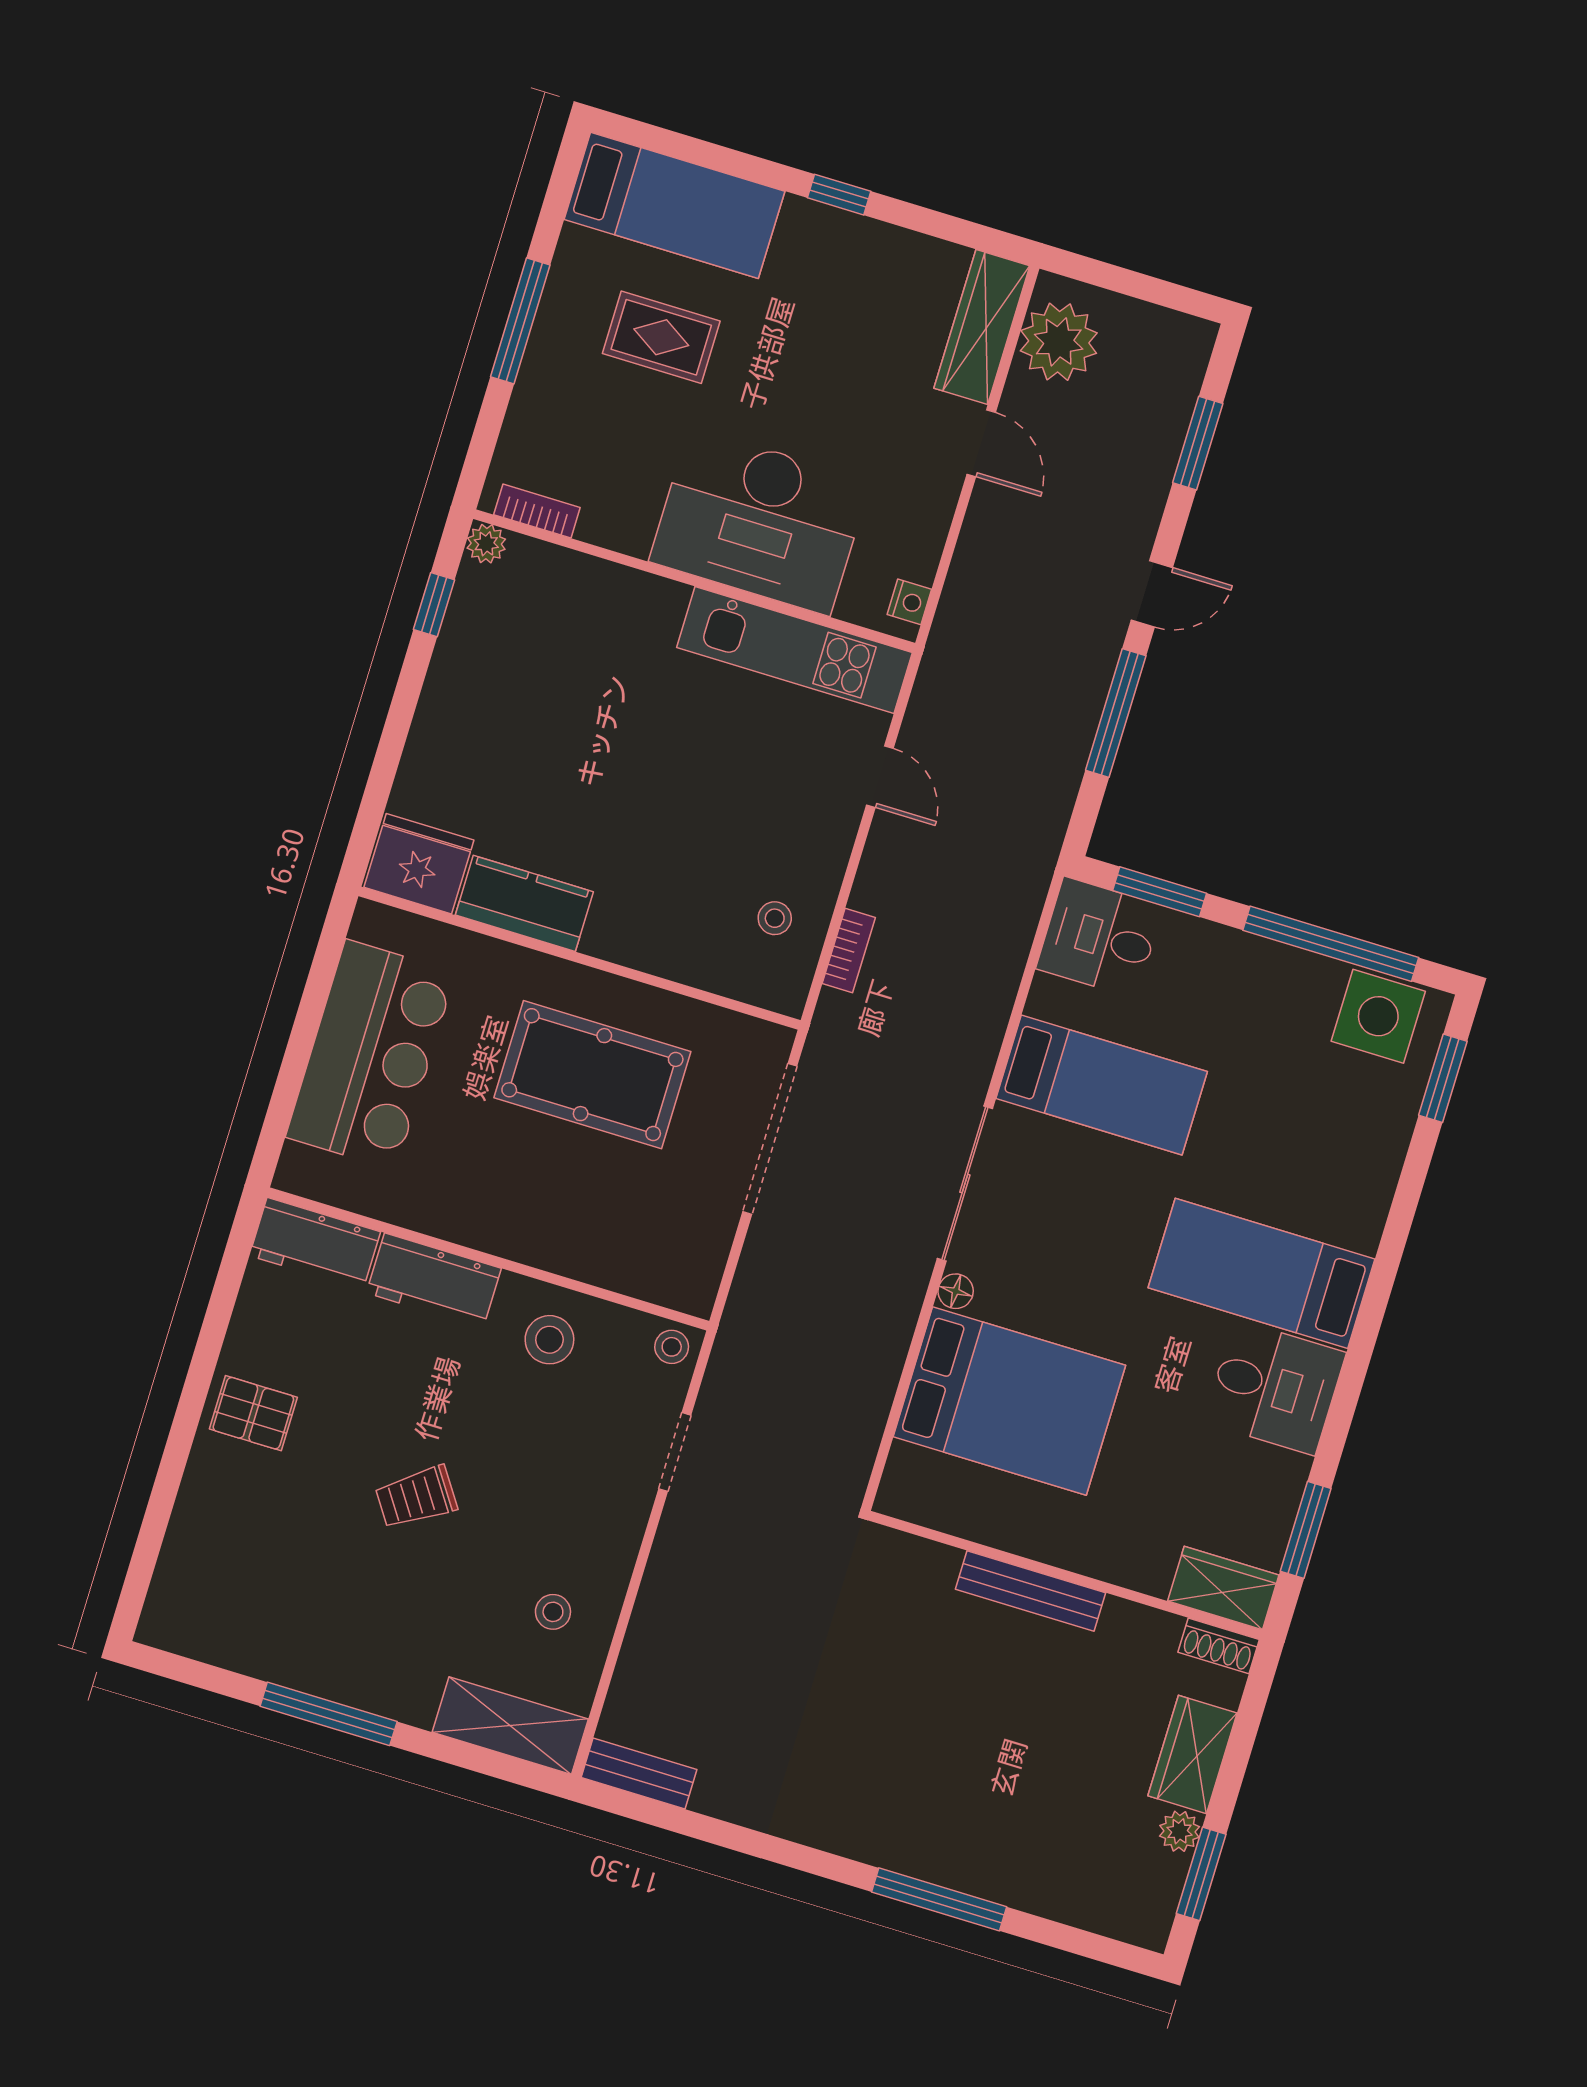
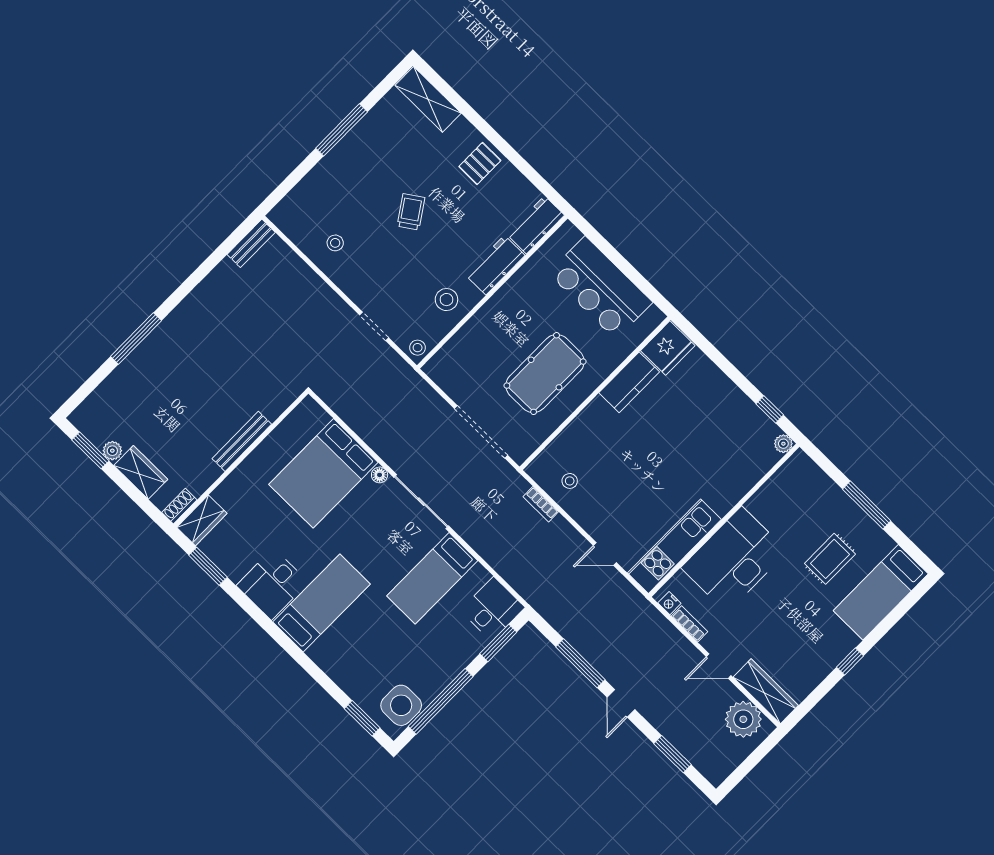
bookcase: (537, 511) -> (690, 624), moved, turned -90
shelving: (510, 1726) -> (428, 99), moved, turned 90

